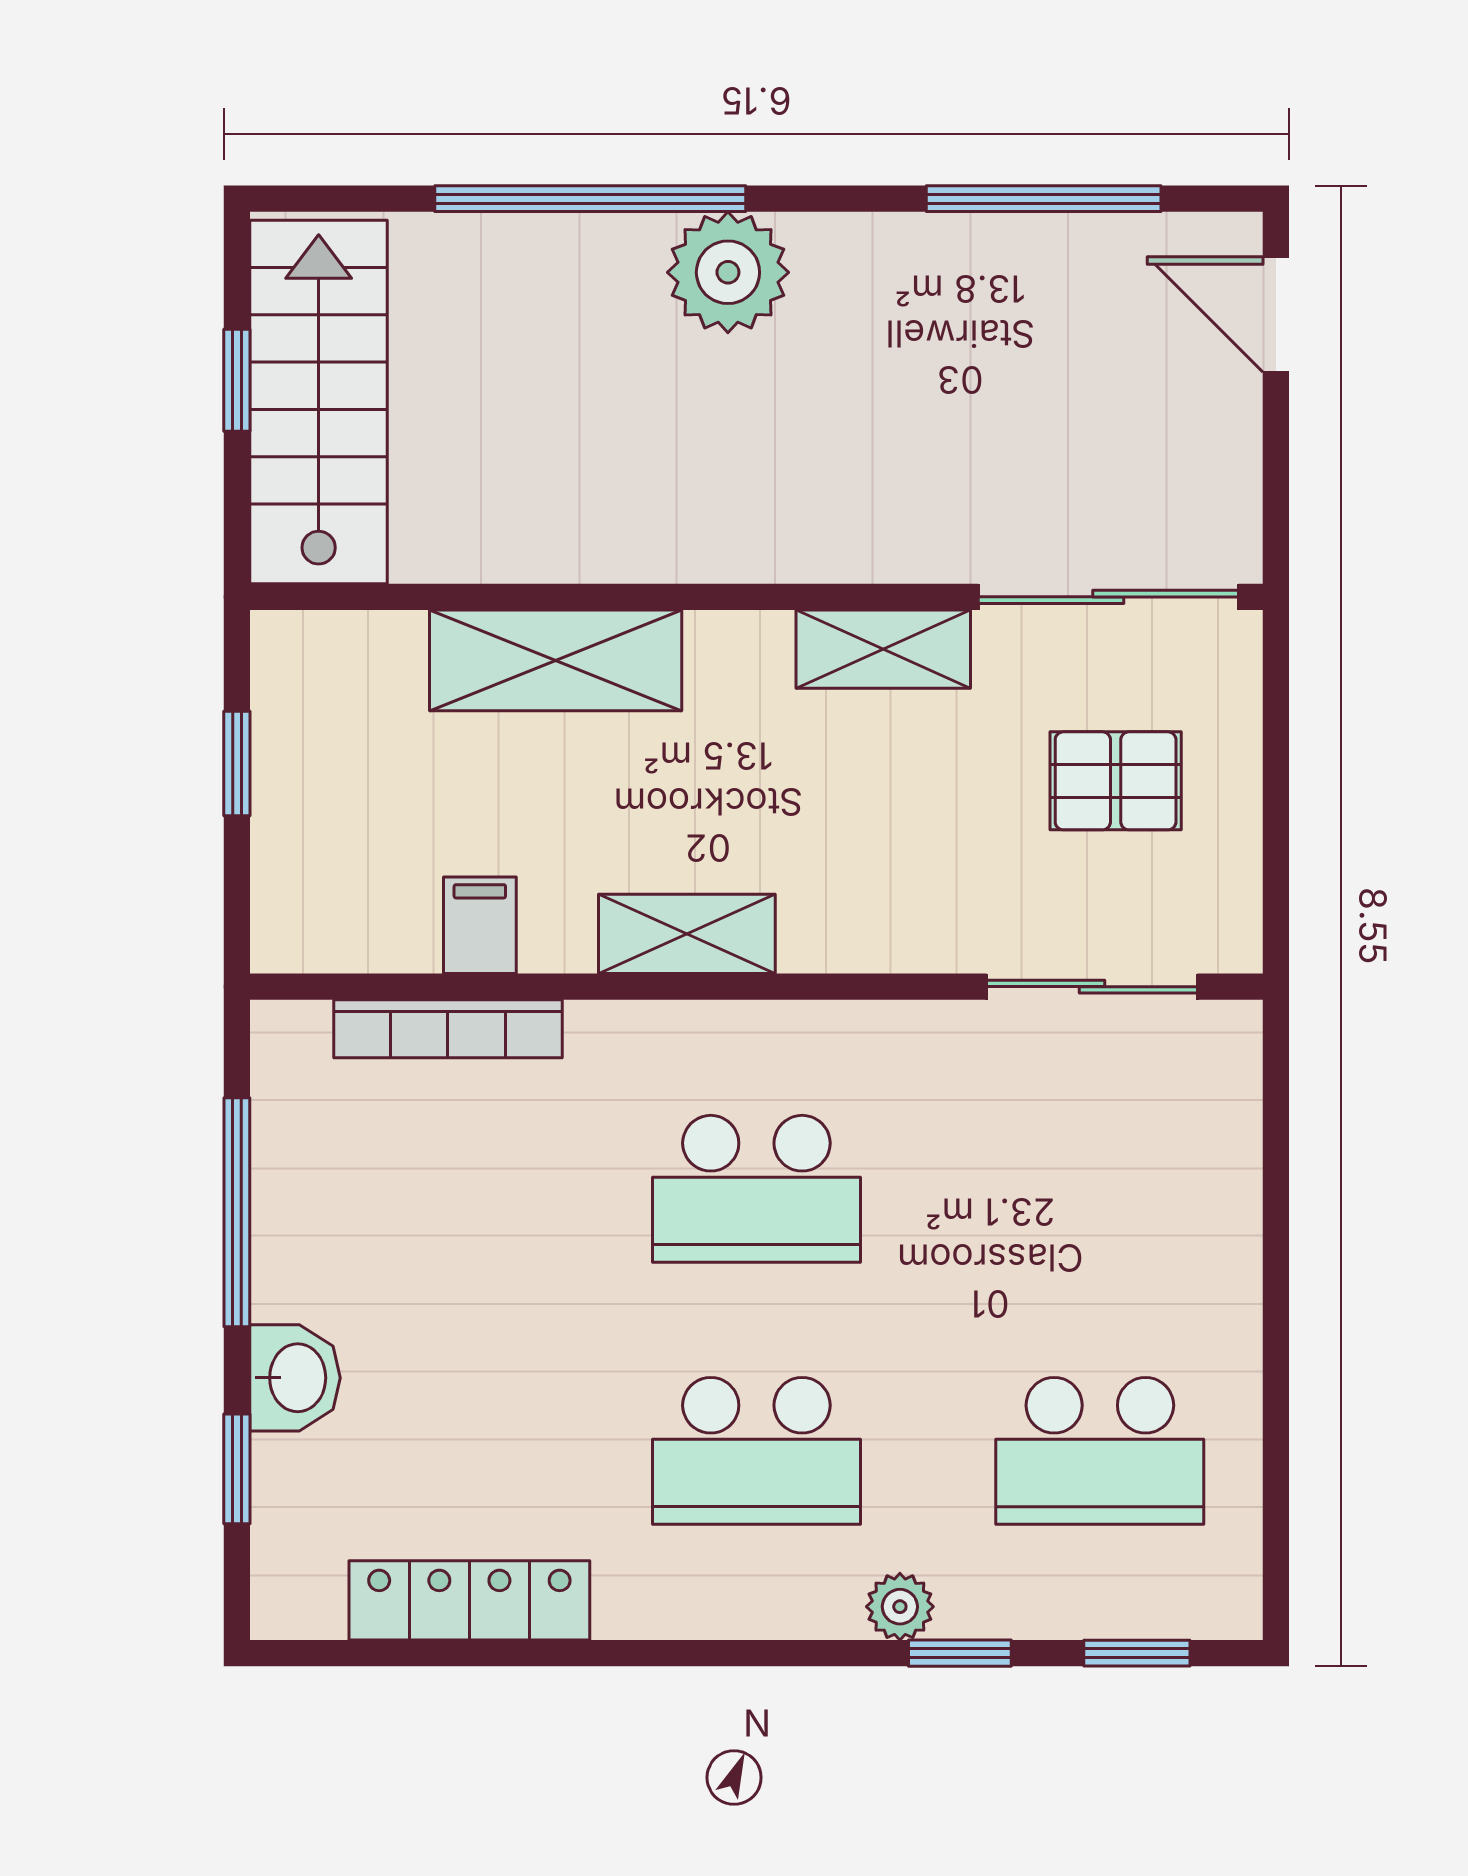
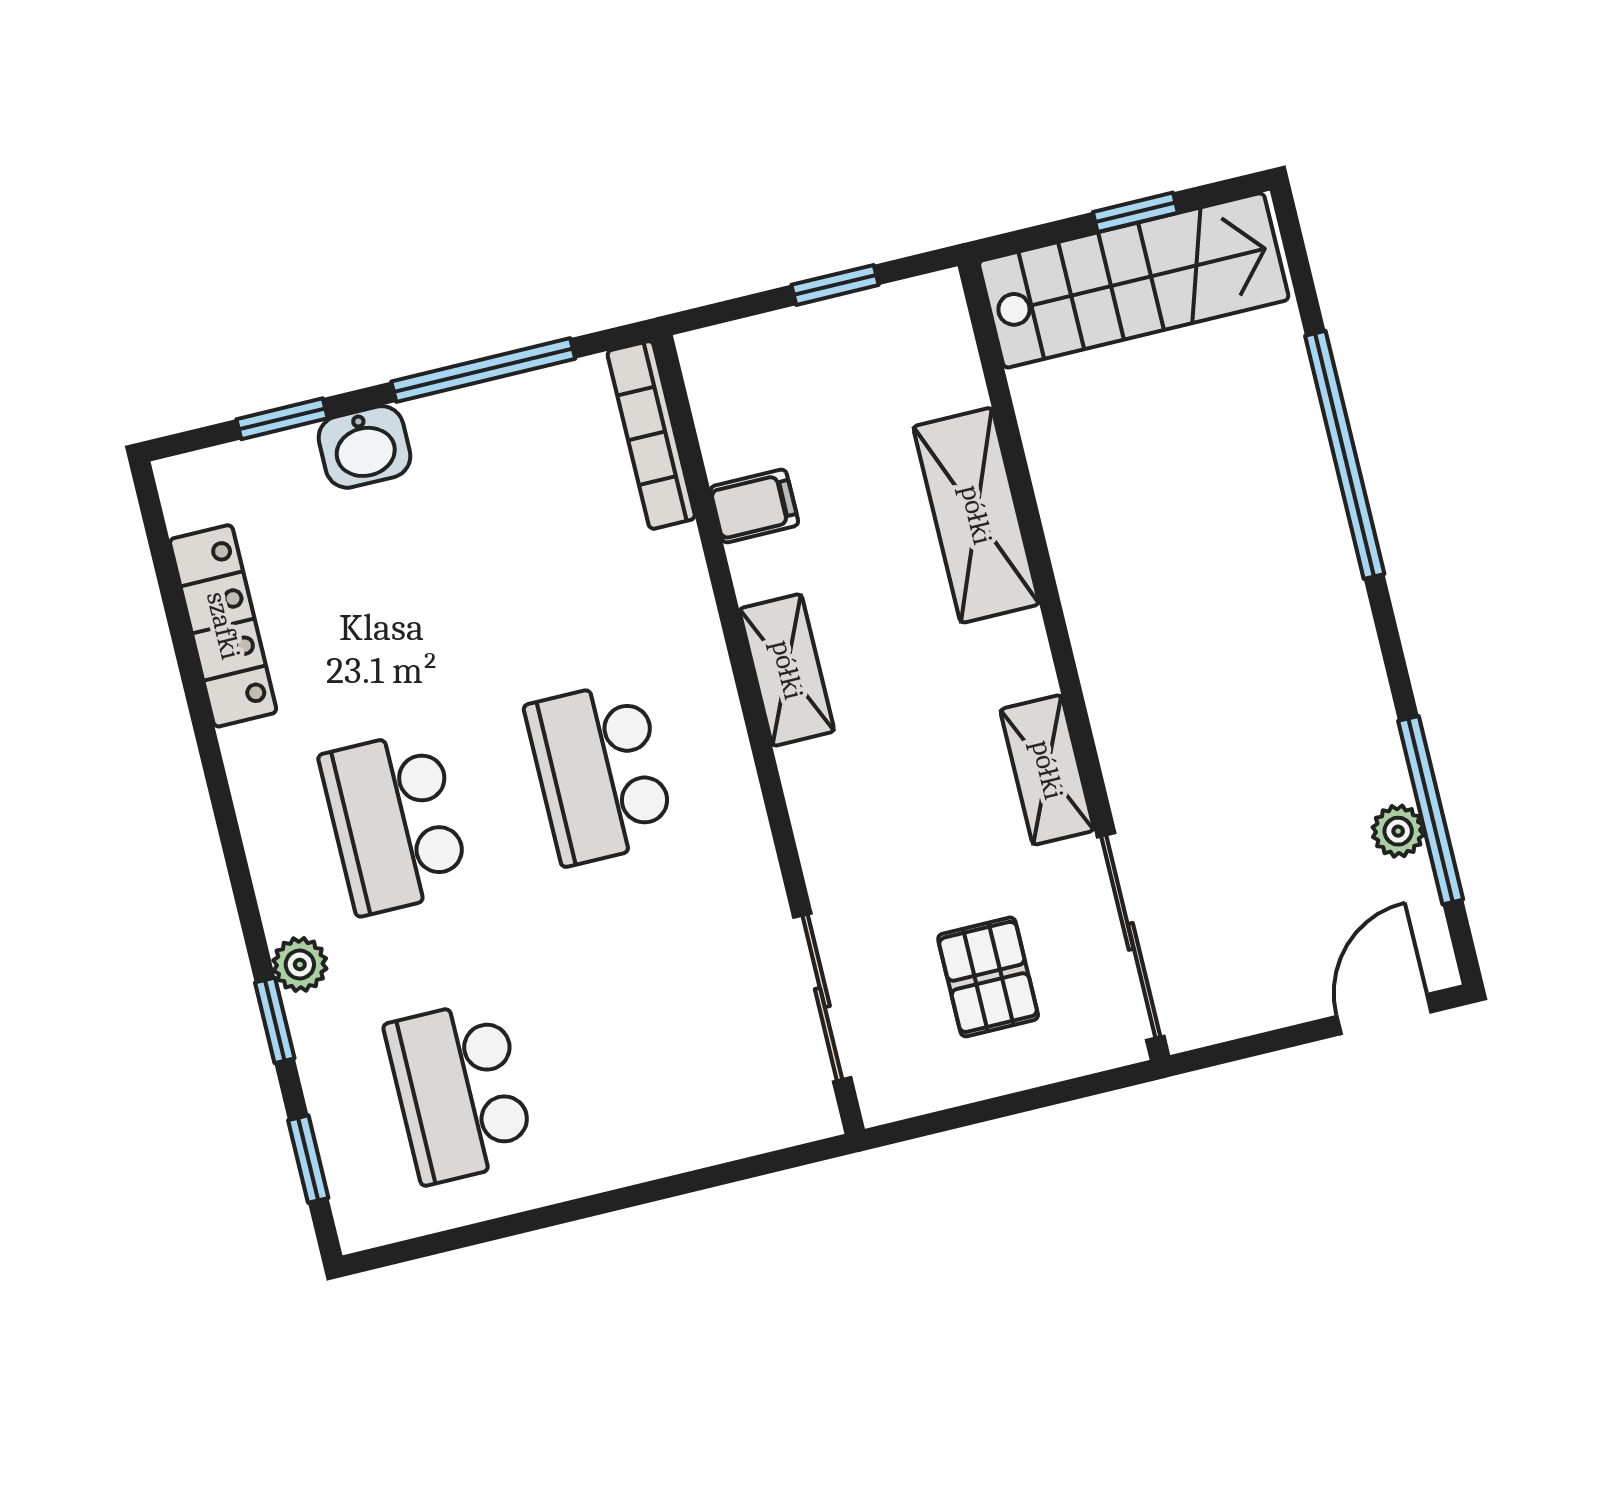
plant: (728, 272) -> (1398, 831), moved, width x0.53, depth x0.53
bookcase: (448, 1029) -> (651, 435), moved

